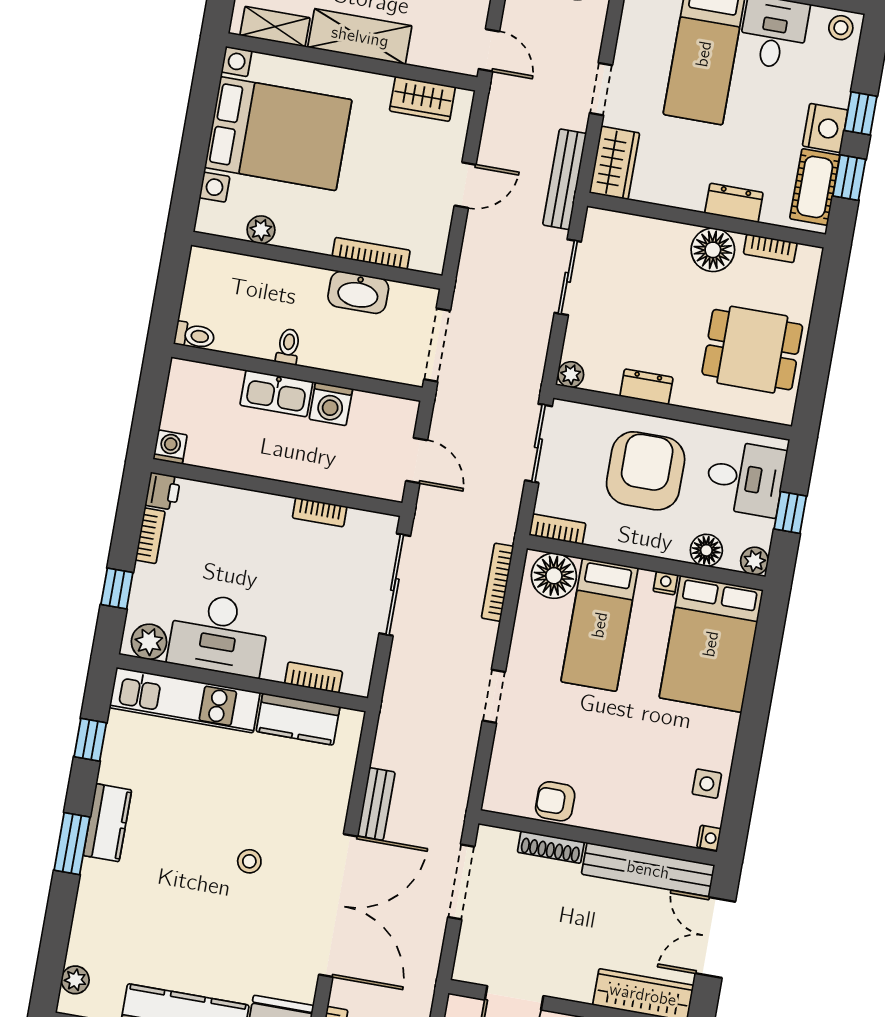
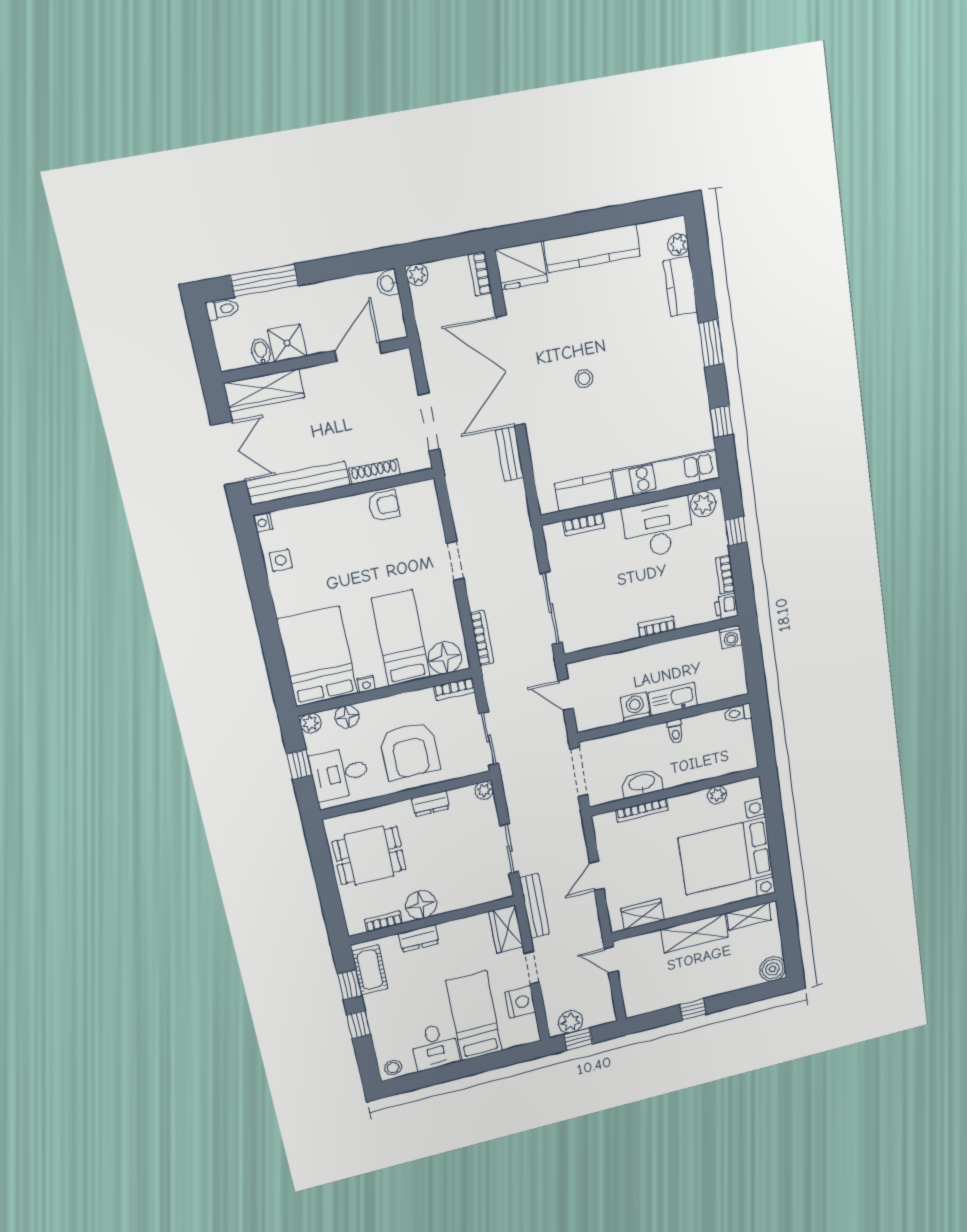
nightstand: (825, 128) -> (520, 1002), moved, turned 180
bookcase: (320, 512) -> (656, 627), moved
kitchen counter: (107, 823) -> (680, 286), moved

